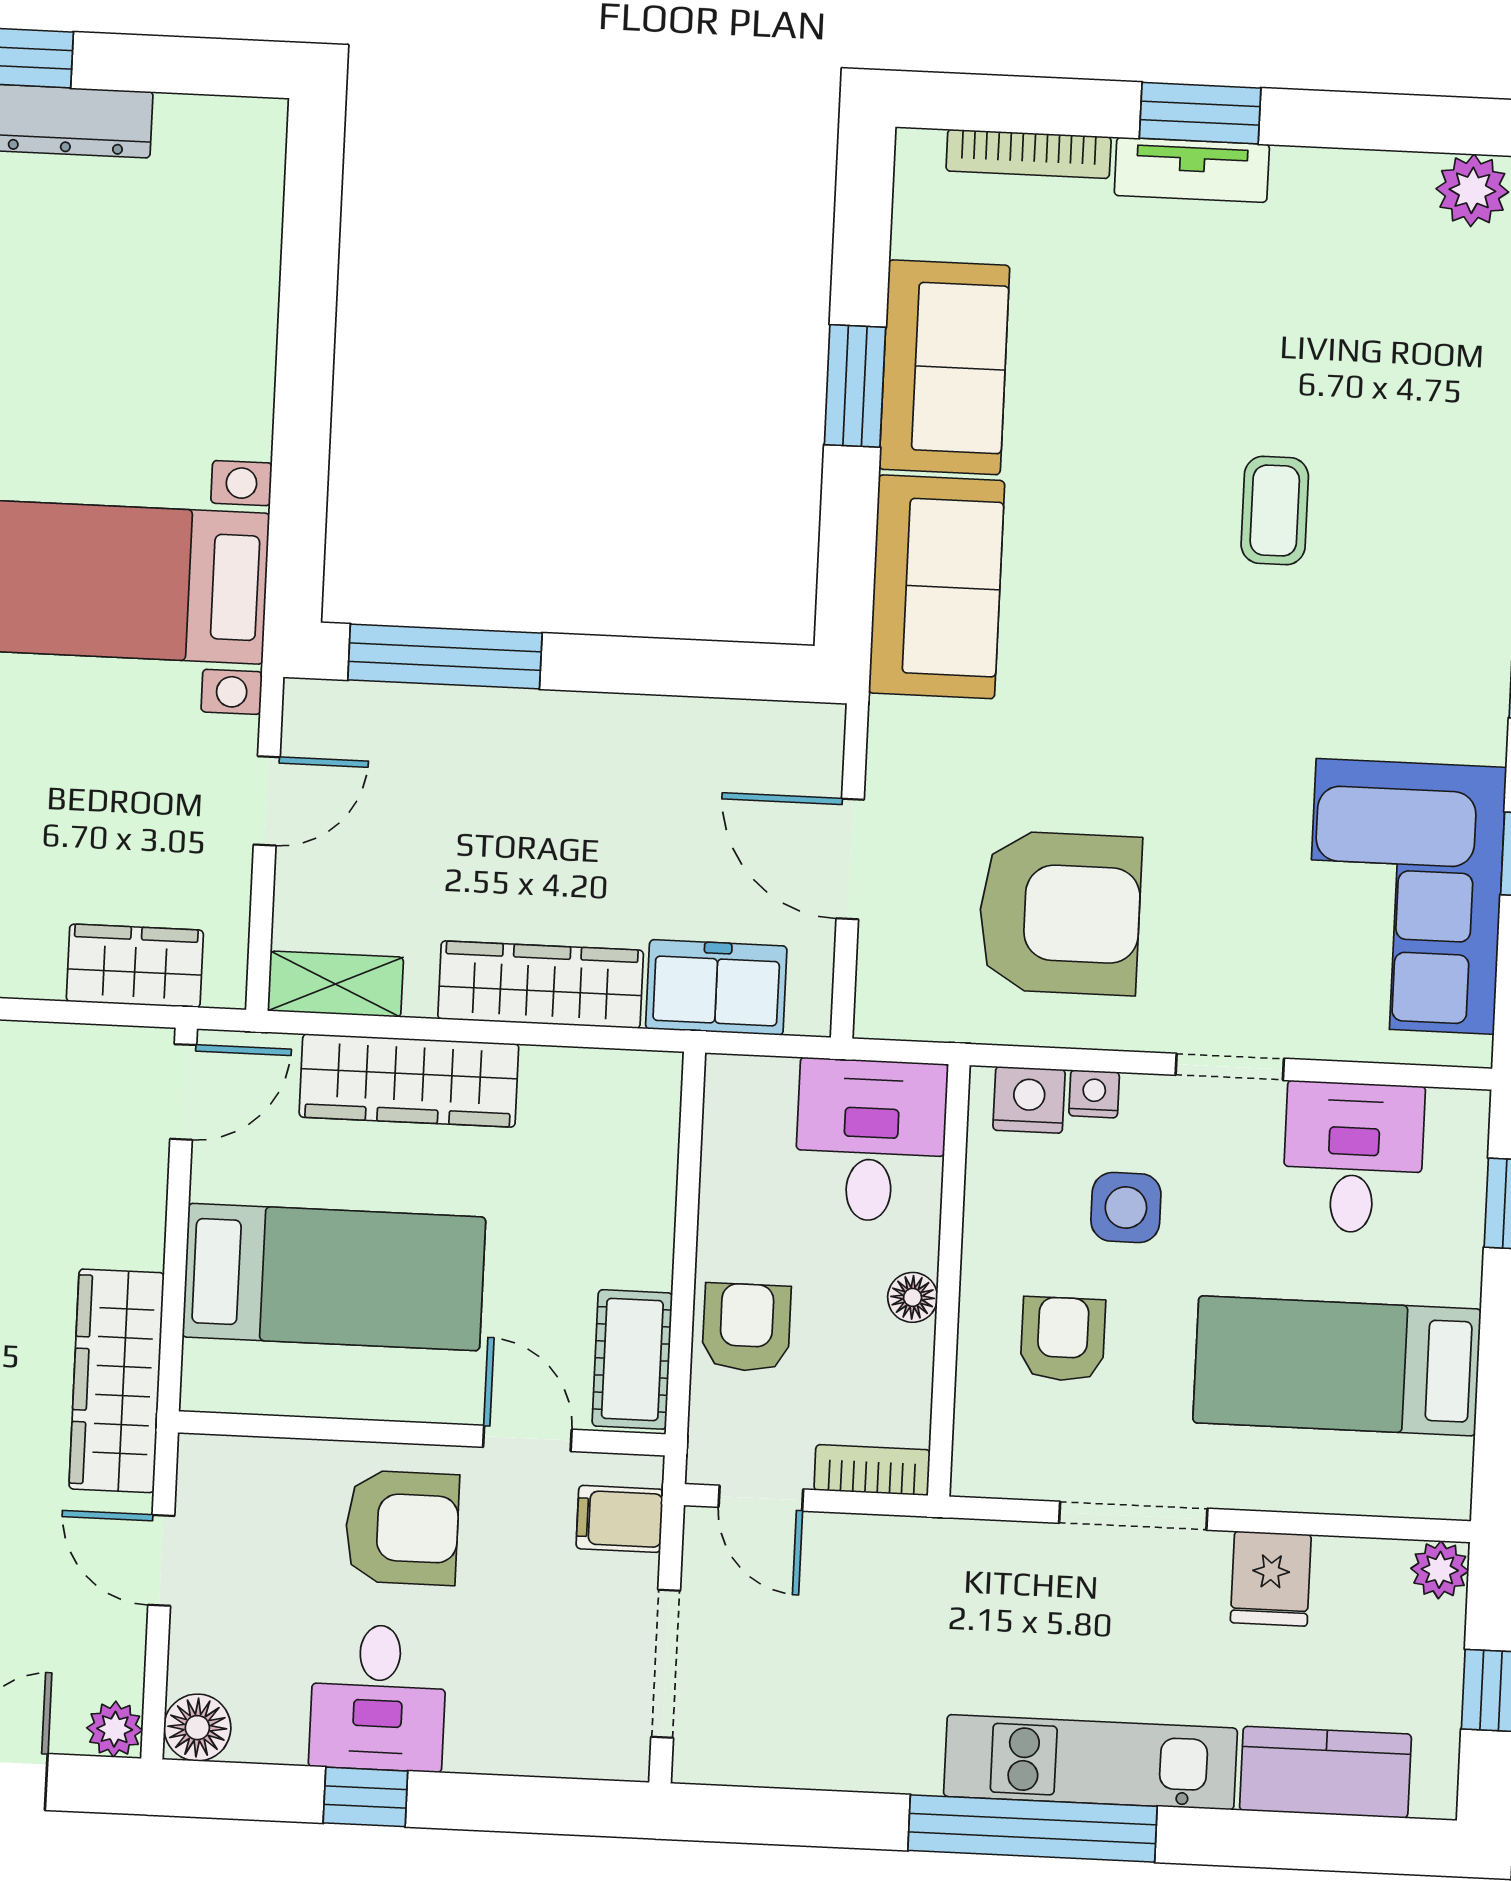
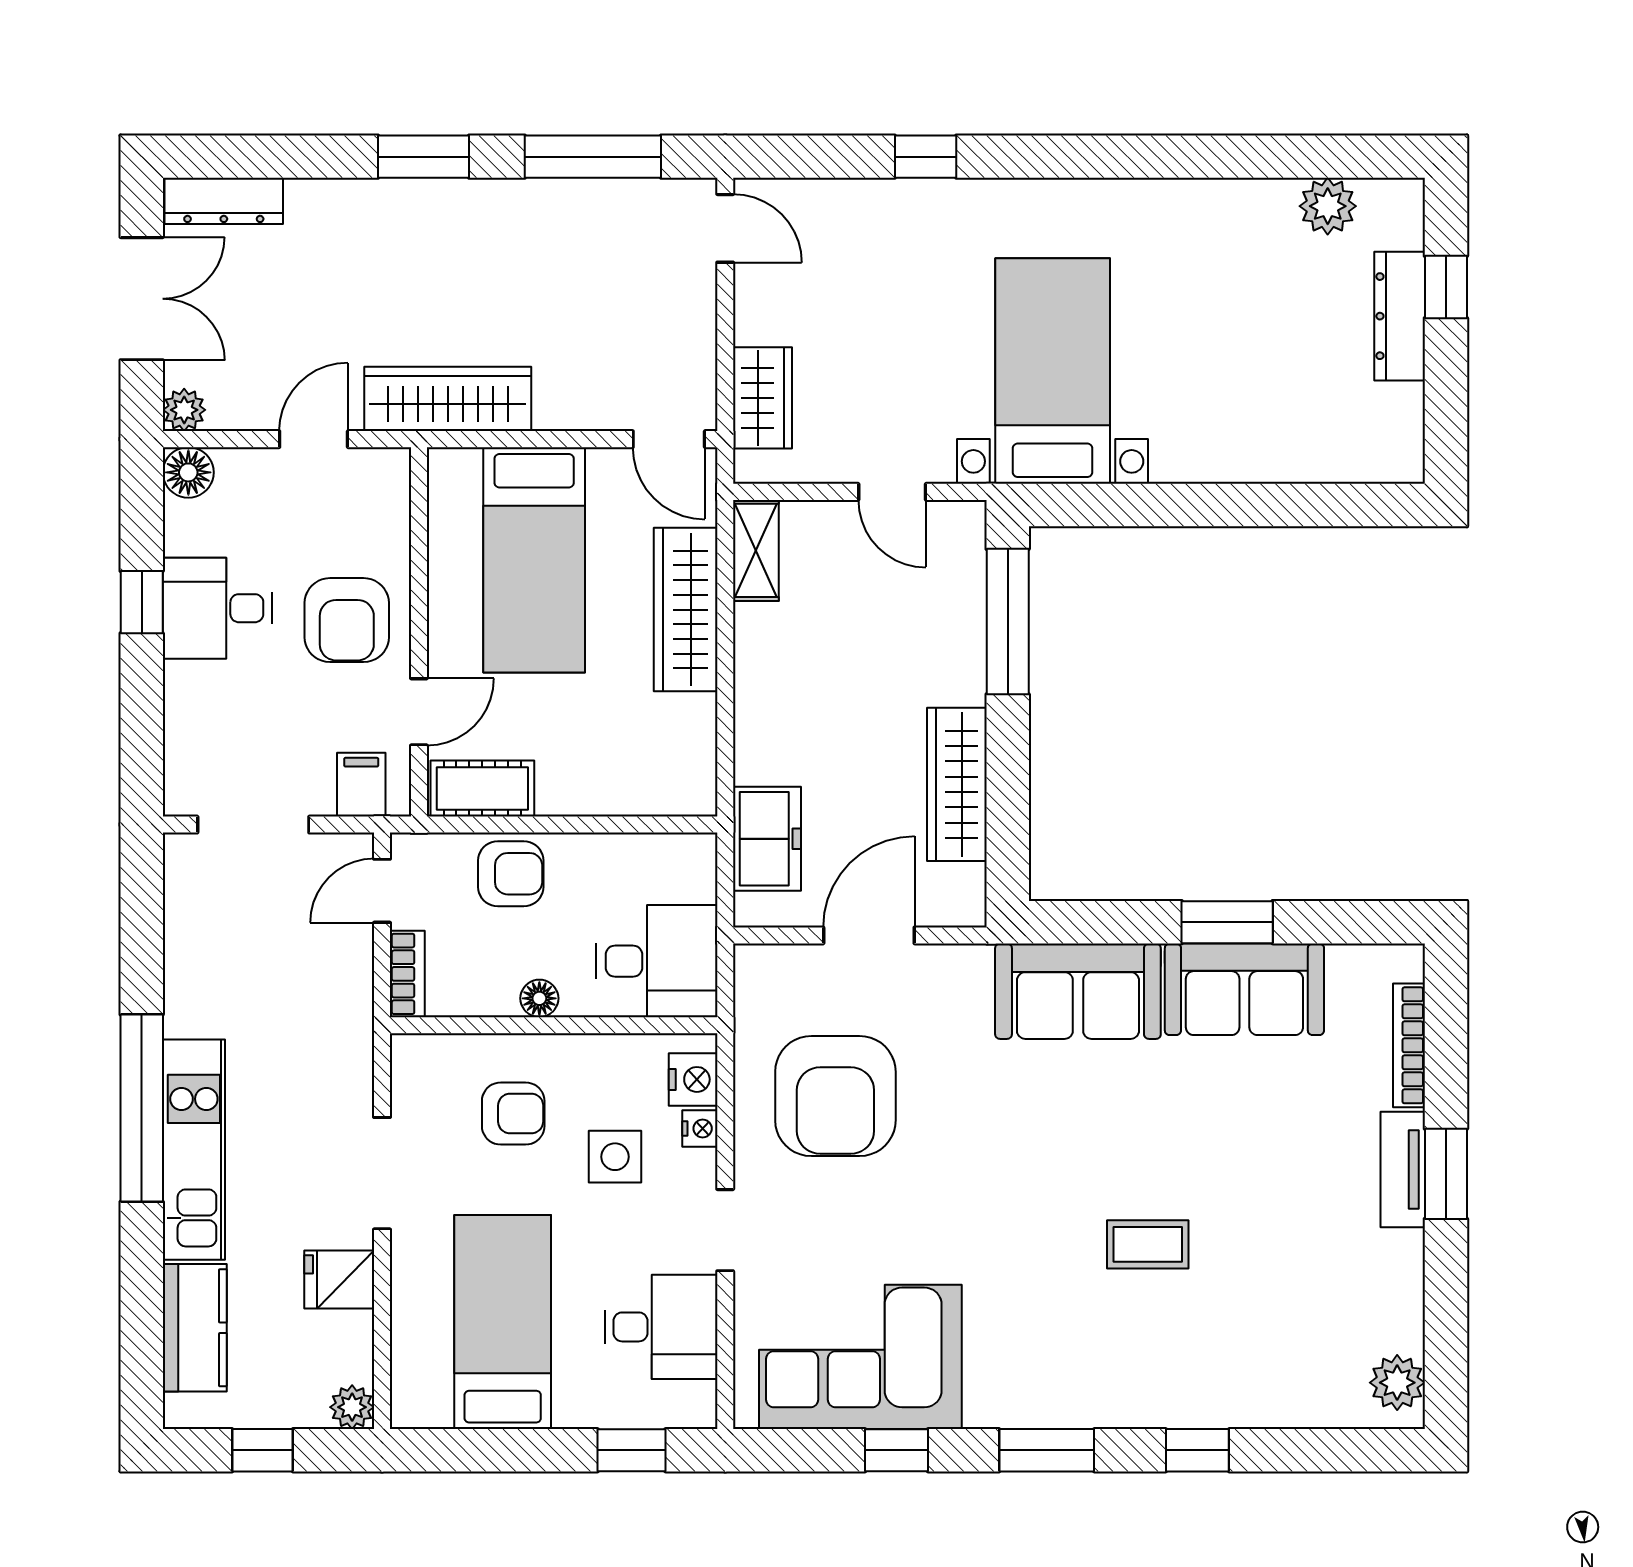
wardrobe: (541, 985) -> (957, 784), moved, turned 180

